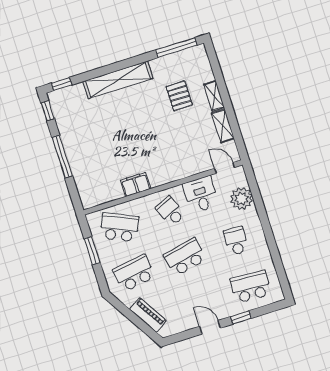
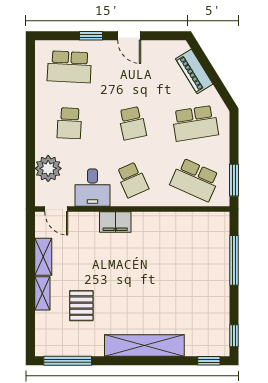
window: (62, 157) -> (234, 260), moved
filing cabinet: (136, 184) -> (115, 222), moved
window: (92, 251) -> (234, 180), moved
school desk: (185, 257) -> (132, 123), width x0.54

